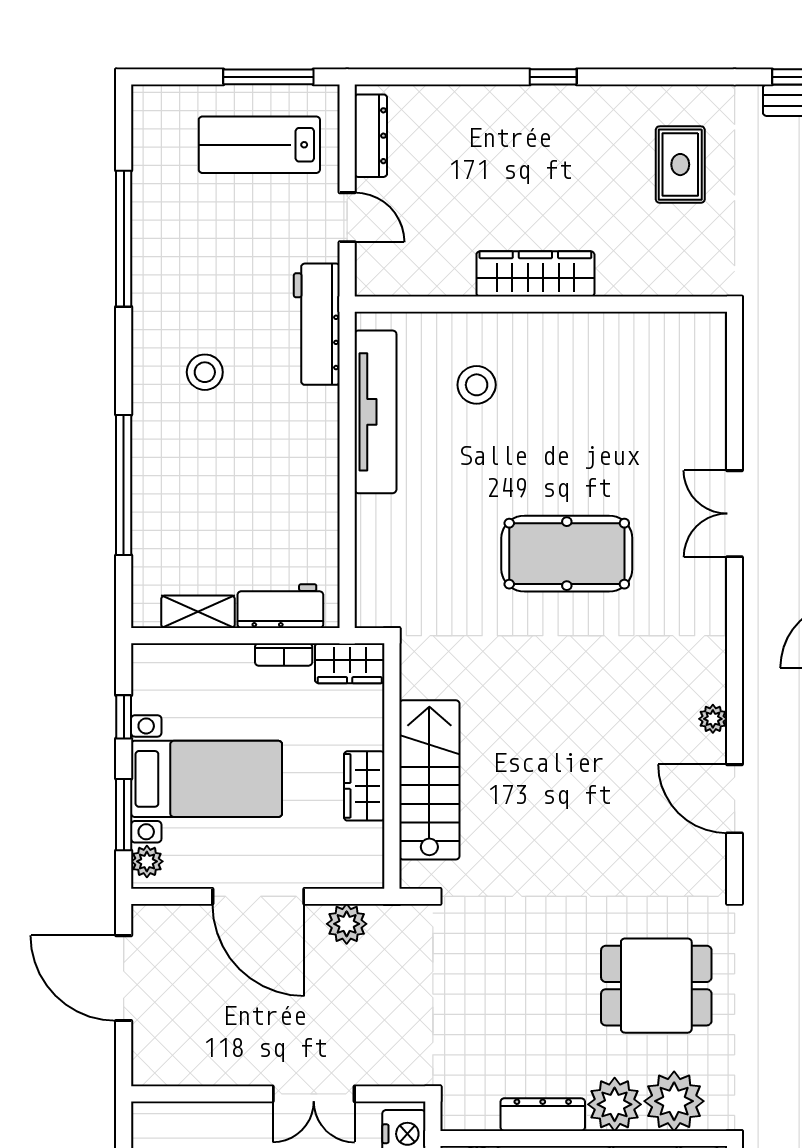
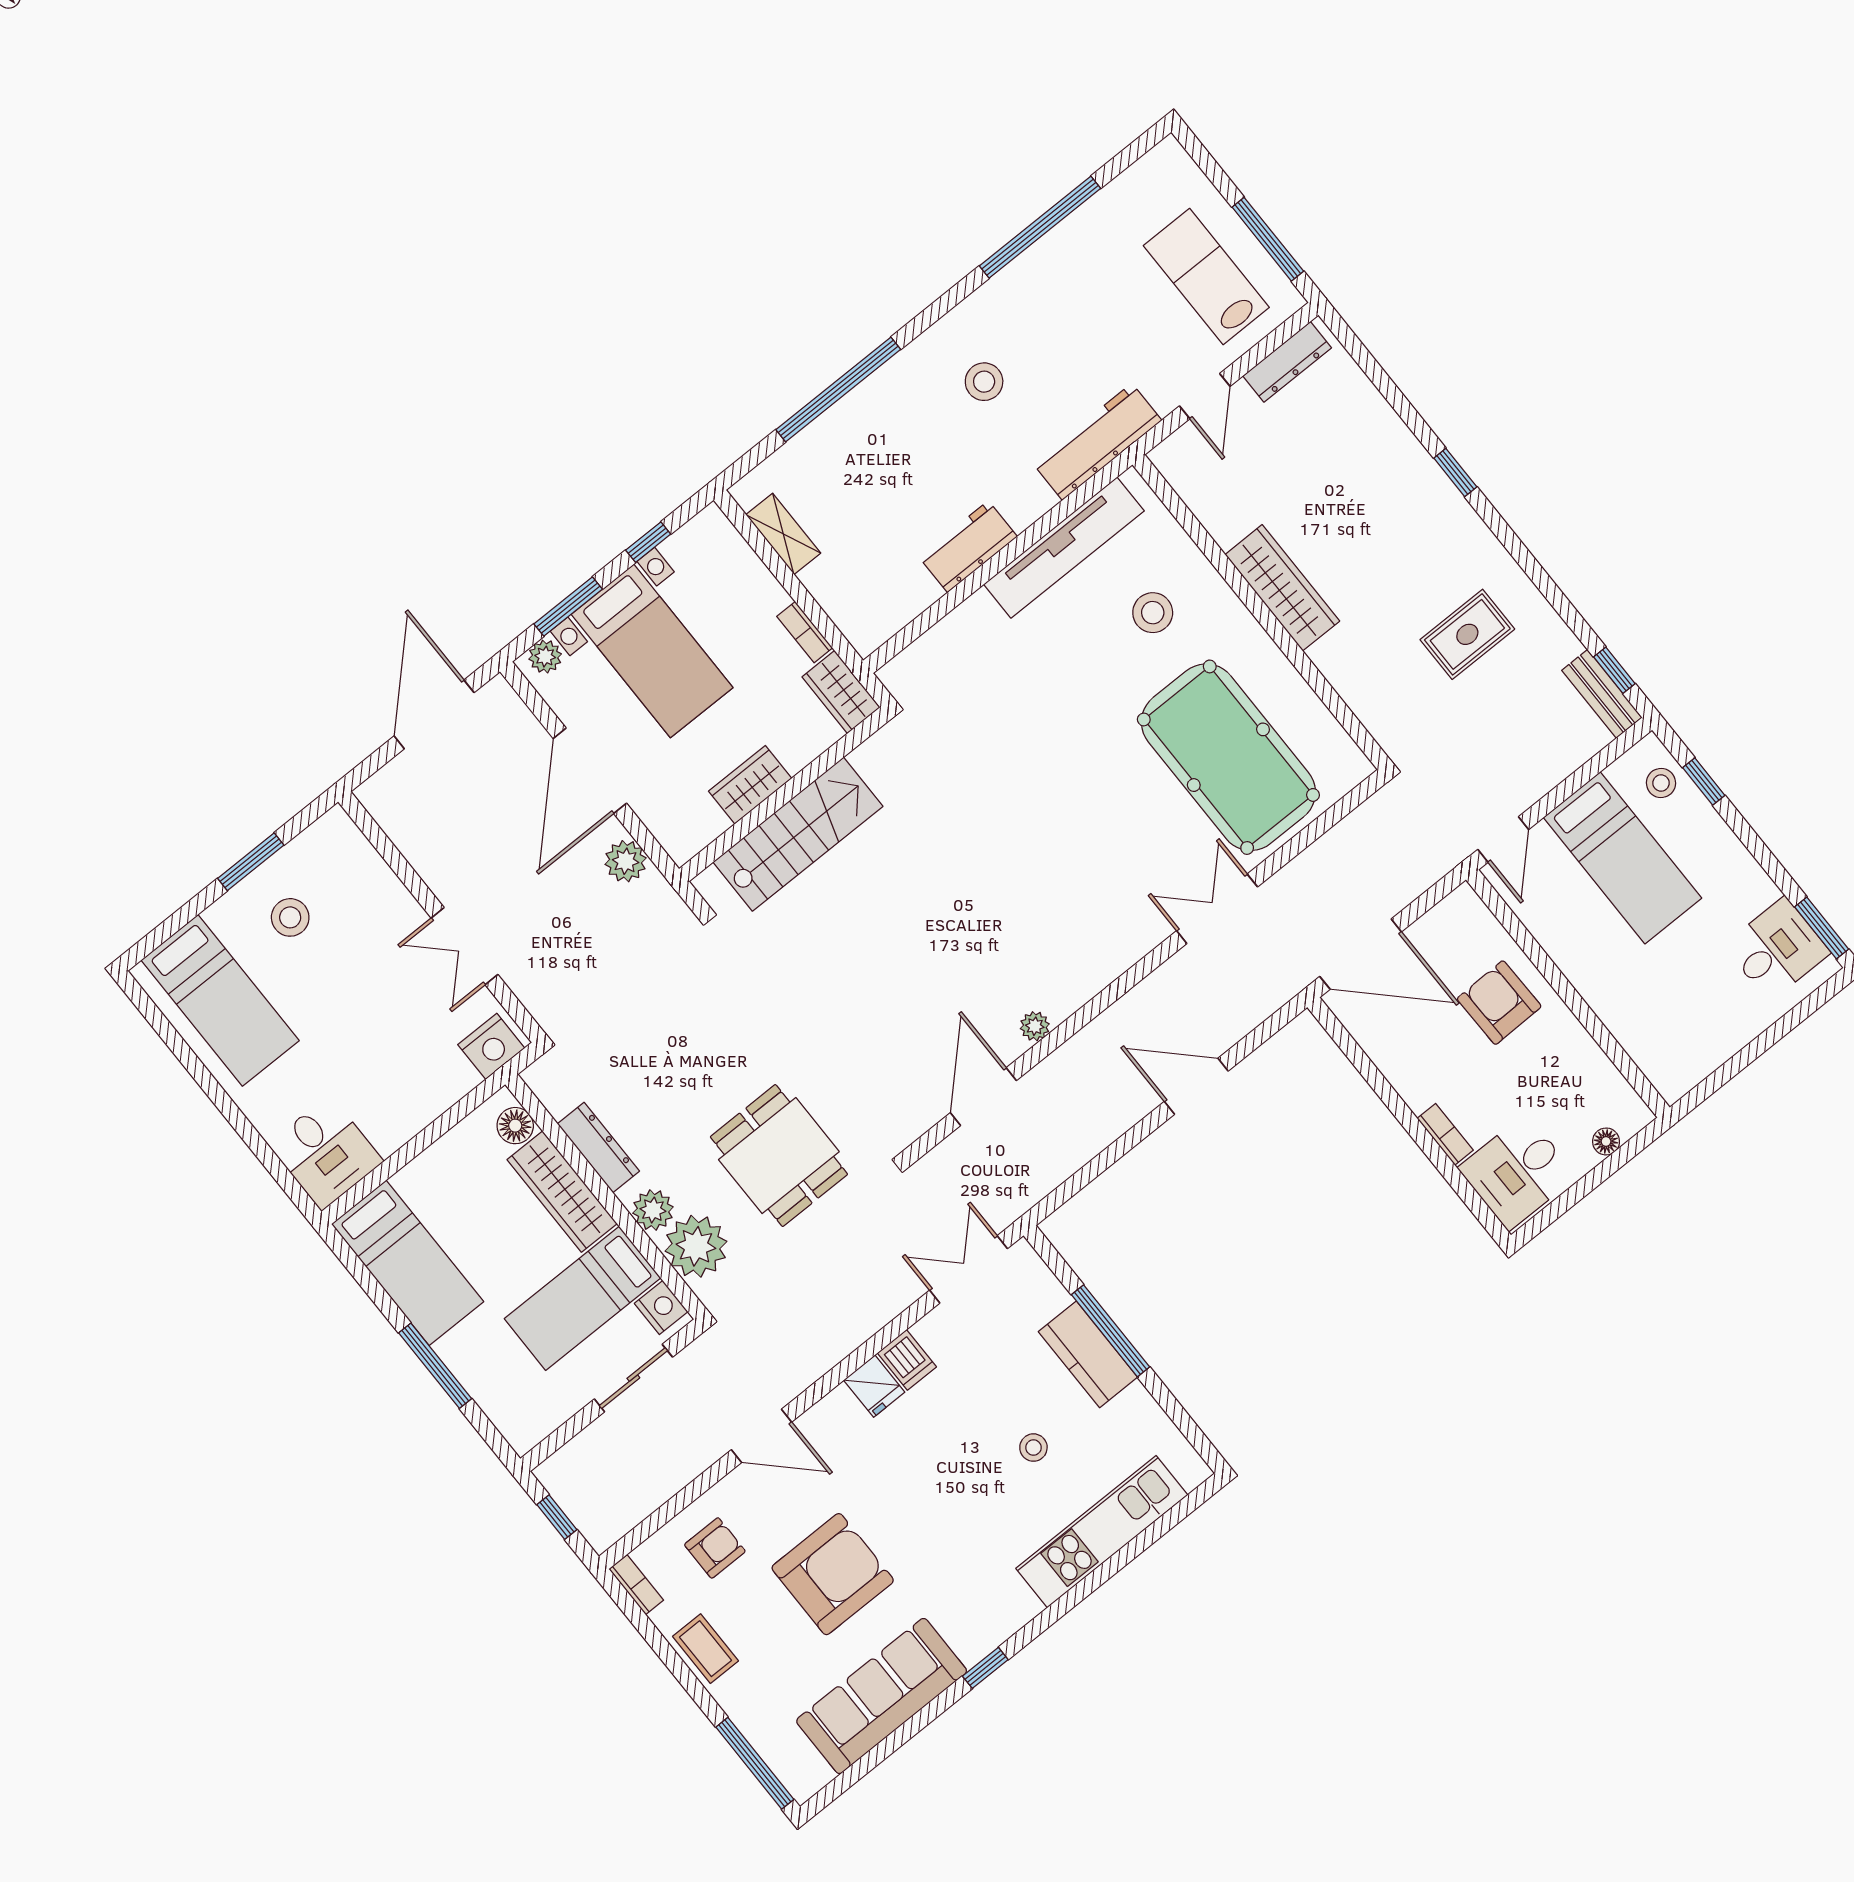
pool table: (567, 554) -> (1228, 757), moved, width x1.36, depth x1.32
workbench: (280, 606) -> (968, 547), moved, turned -90
plant: (615, 1104) -> (653, 1210), width x0.73, depth x0.73

